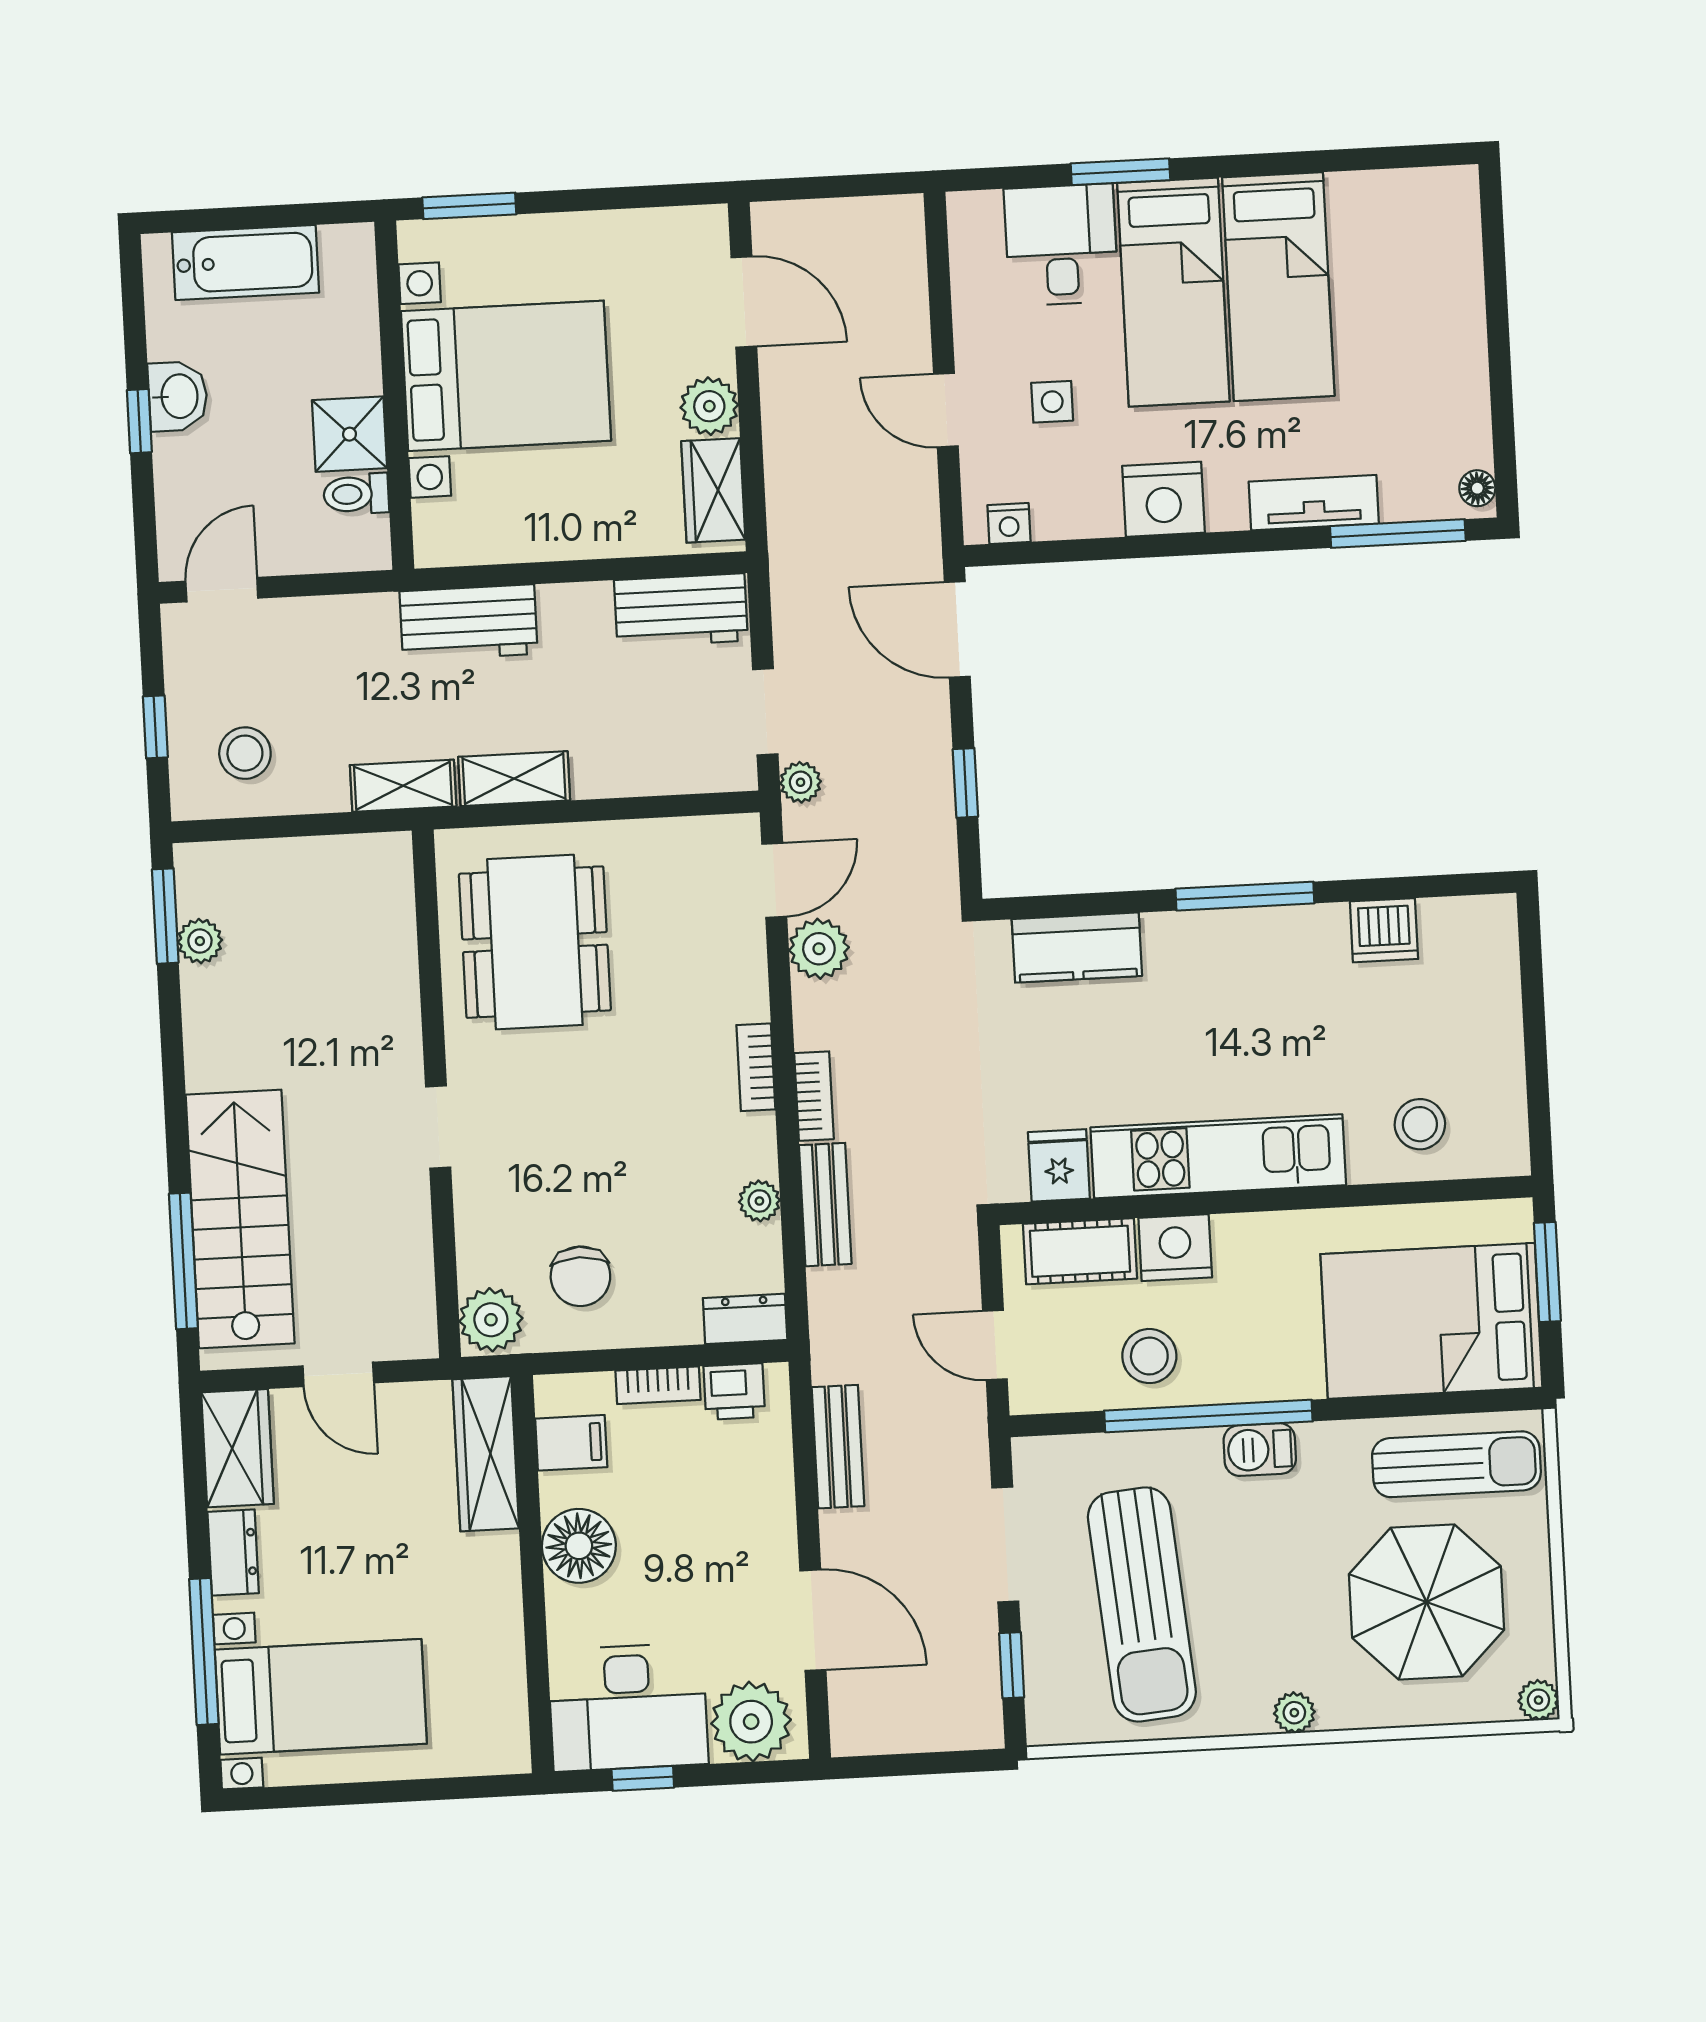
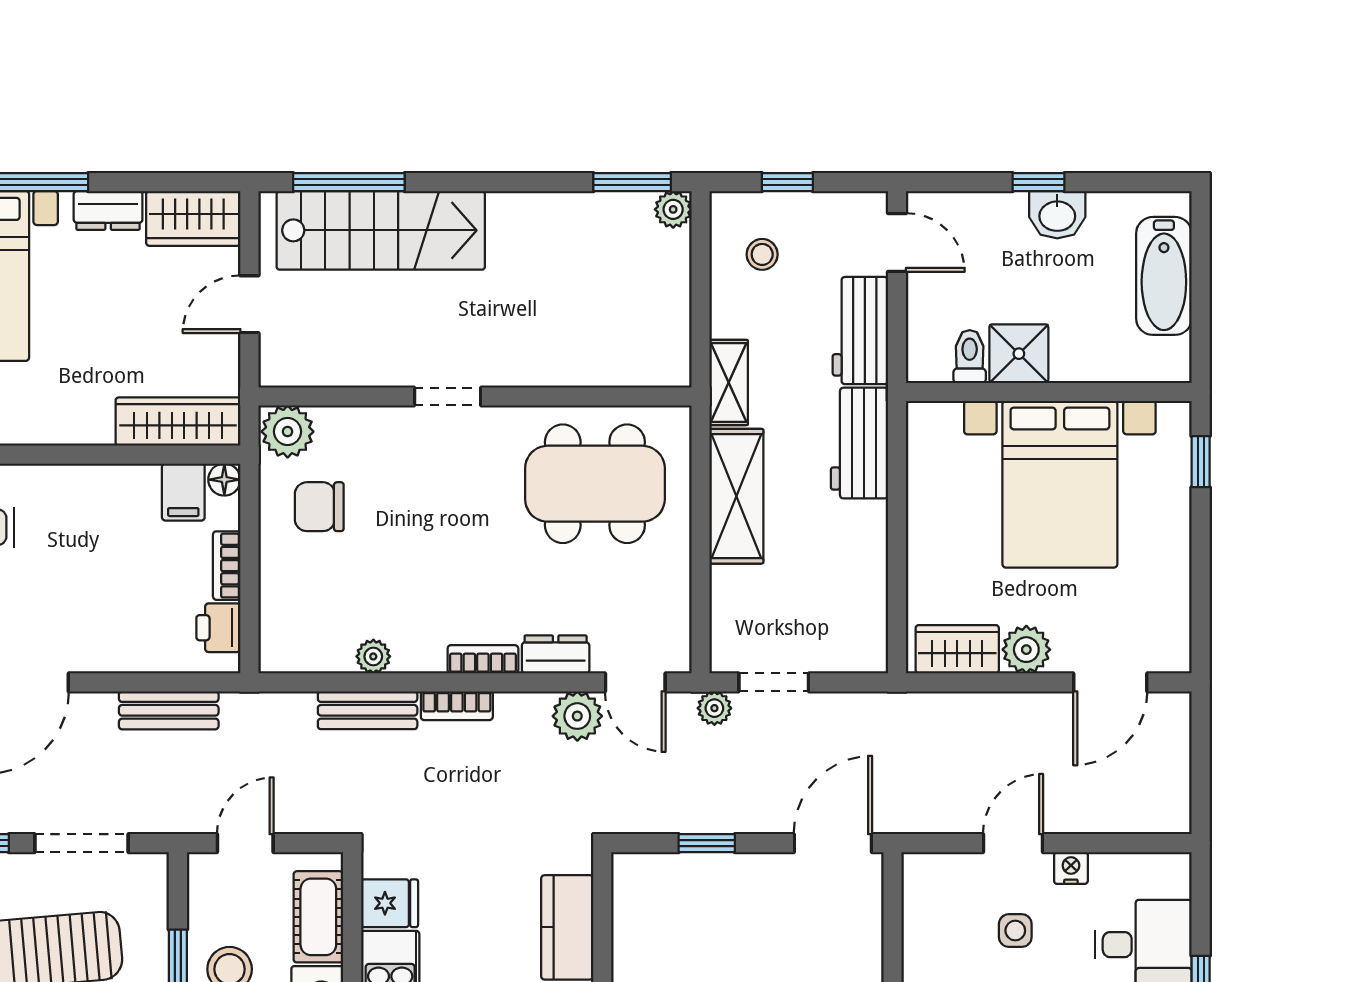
window: (469, 206) -> (1201, 462), width x0.67
nightstand: (1009, 523) -> (1071, 868), moved, turned 90
workbench: (681, 610) -> (860, 331), moved
stool: (245, 753) -> (762, 254), width x0.73, depth x0.73
shelving: (514, 779) -> (736, 496), width x1.50, depth x1.33
plant: (200, 941) -> (673, 209), moved
dresser: (745, 1319) -> (556, 654), moved, turned -90
floor lamp: (579, 1546) -> (224, 480), moved, width x0.53, depth x0.53

